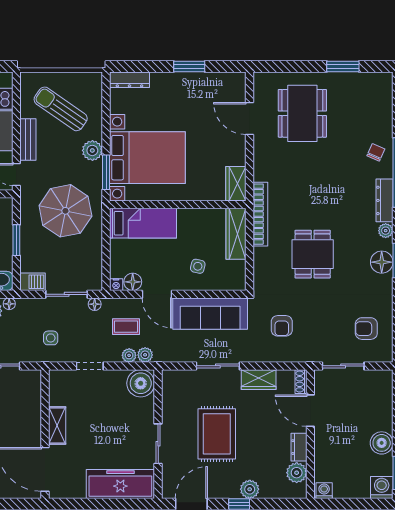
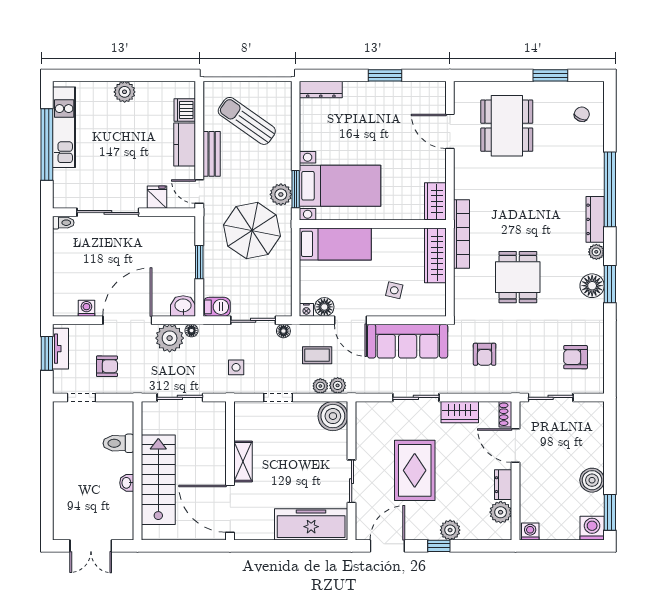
plant: (92, 150) -> (281, 194), moved
chair: (376, 152) -> (582, 114), moved
bed with nightstands: (147, 158) -> (340, 186), width x0.73

